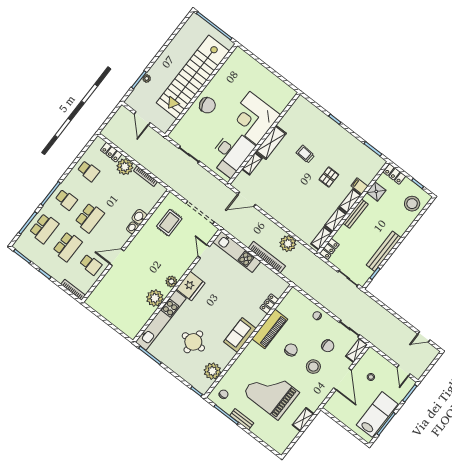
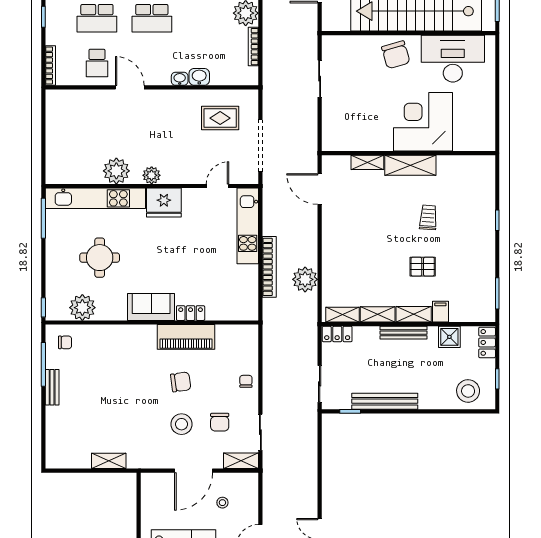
desk: (231, 153) -> (453, 59), moved, turned 180
locker: (269, 304) -> (191, 313), moved
grand piano: (271, 393) -> (111, 398), removed

